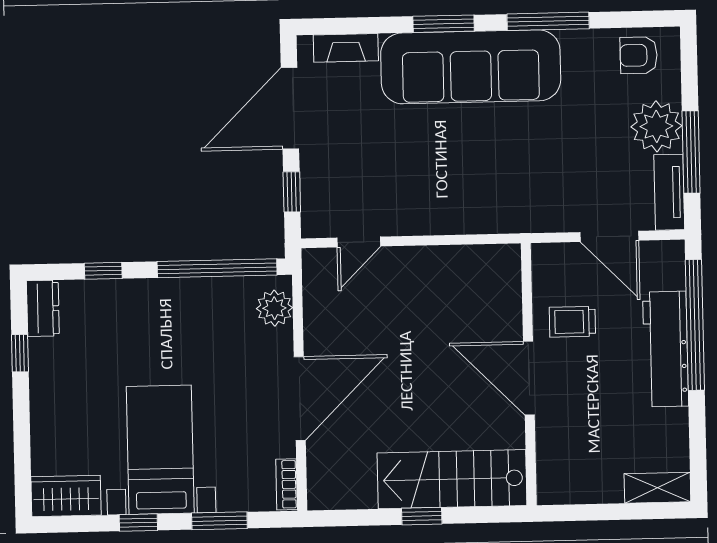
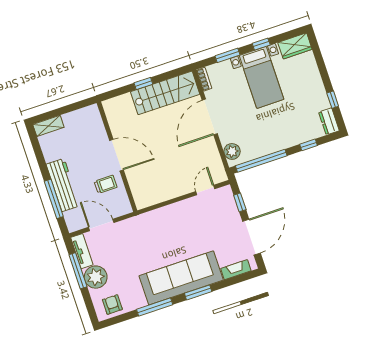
armchair: (639, 55) -> (112, 305), turned -90
window: (695, 325) -> (54, 199), width x0.68
stairs: (452, 479) -> (165, 93), moved

